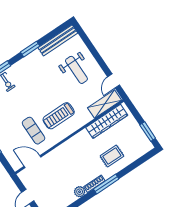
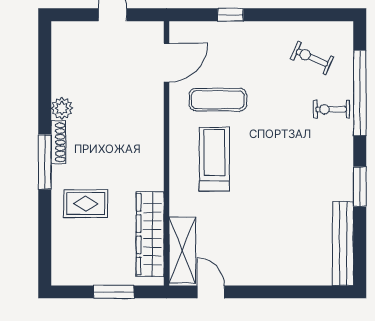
weight bench: (76, 70) -> (272, 241), removed
window: (148, 132) -> (114, 292), moved
rug: (112, 156) -> (86, 204), turned 90

